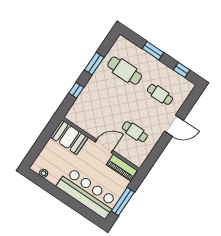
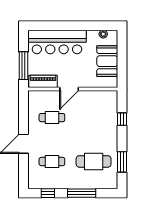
window: (153, 51) -> (82, 193), width x1.44
window: (94, 64) -> (122, 162), moved
booth: (69, 137) -> (107, 61), moved, turned 90
window: (123, 202) -> (23, 66), moved

